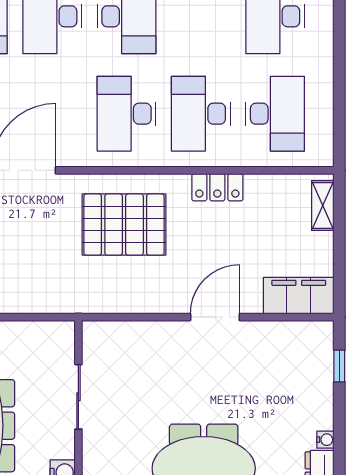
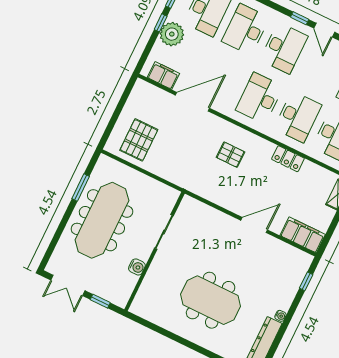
desk: (201, 114) -> (298, 117), turned 180
pallet: (124, 225) -> (231, 155), width x0.49, depth x0.50

